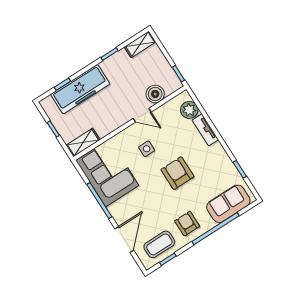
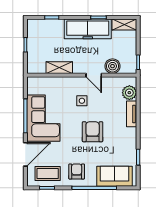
freezer: (80, 89) -> (88, 29), moved
shelving: (83, 143) -> (59, 68), moved
corner sofa: (107, 173) -> (43, 118), moved

